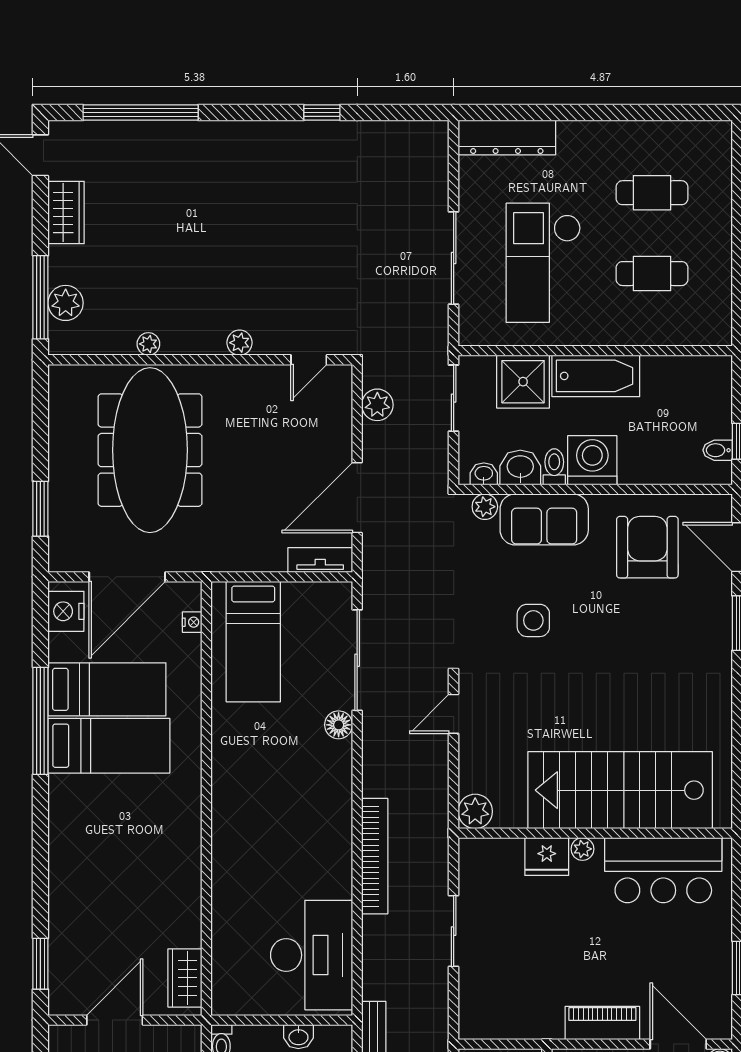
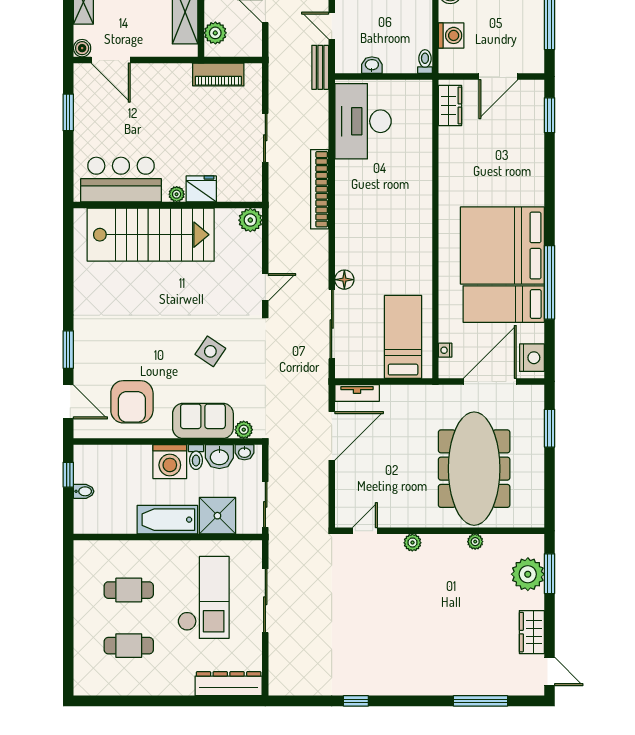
window: (141, 113) -> (480, 701), width x0.68
window: (40, 297) -> (549, 574), width x0.69
plant: (66, 303) -> (528, 574), width x1.36, depth x1.36
plant: (377, 405) -> (318, 500), removed
bidet: (718, 450) -> (84, 491), moved
side table: (533, 620) -> (210, 351), turned 34
bed: (109, 746) -> (502, 246), width x2.04
piano: (602, 1023) -> (218, 74), moved

